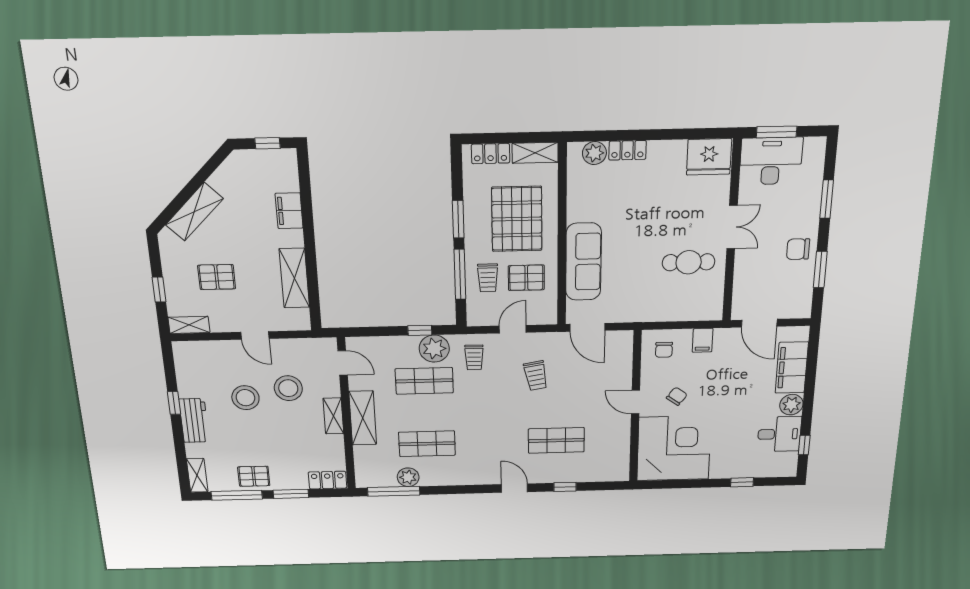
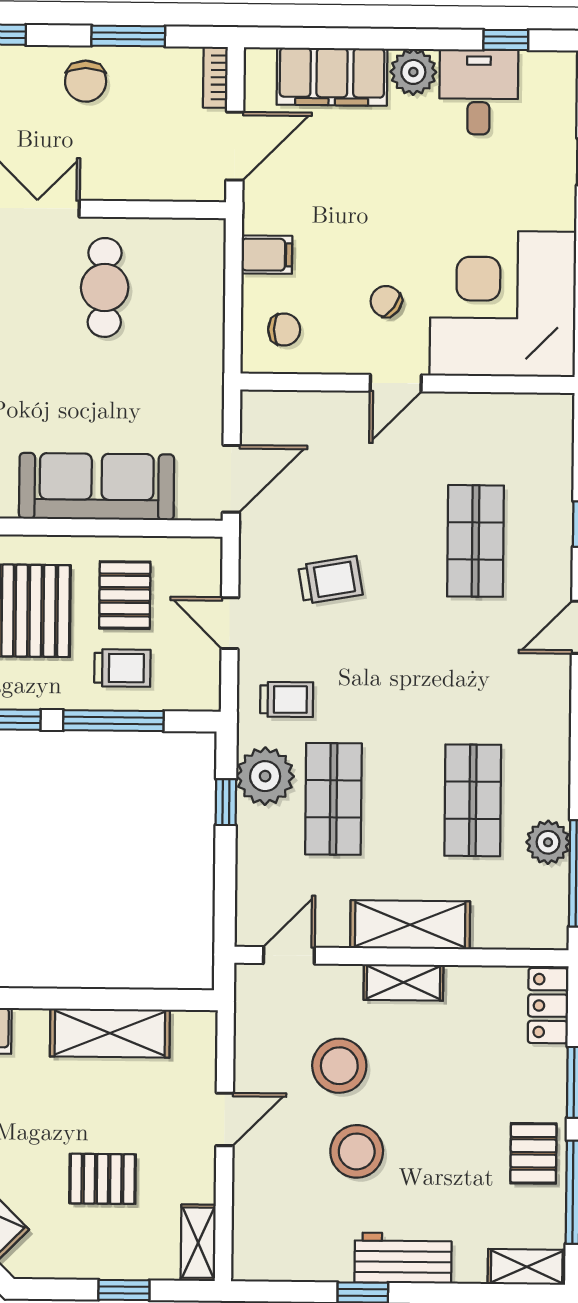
pallet: (217, 277) -> (103, 1179), turned 90
bookcase: (795, 313) -> (215, 77), added

